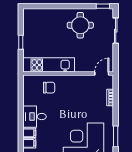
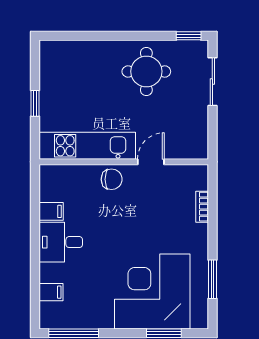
door: (102, 74) -> (151, 162), moved
chair: (49, 88) -> (112, 179), moved
filing cabinet: (29, 133) -> (51, 211), moved

